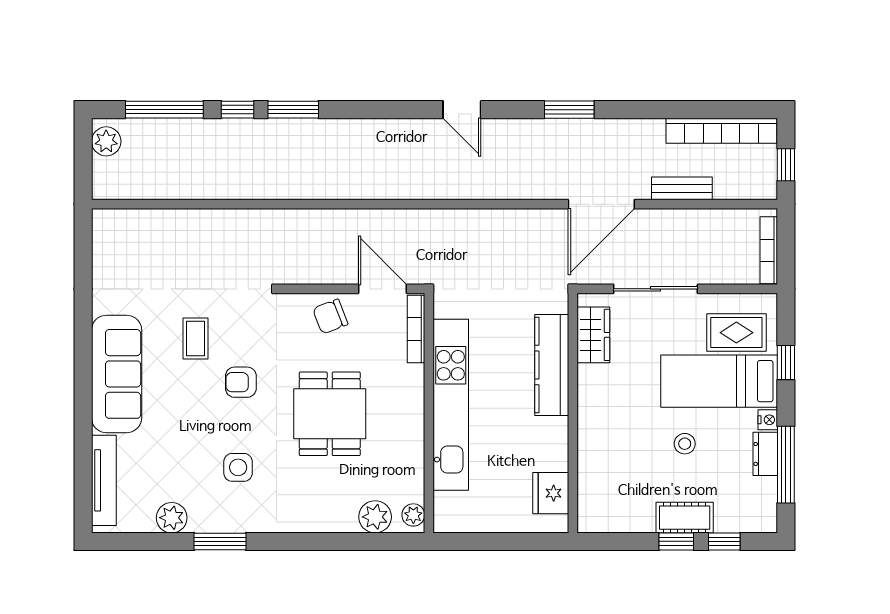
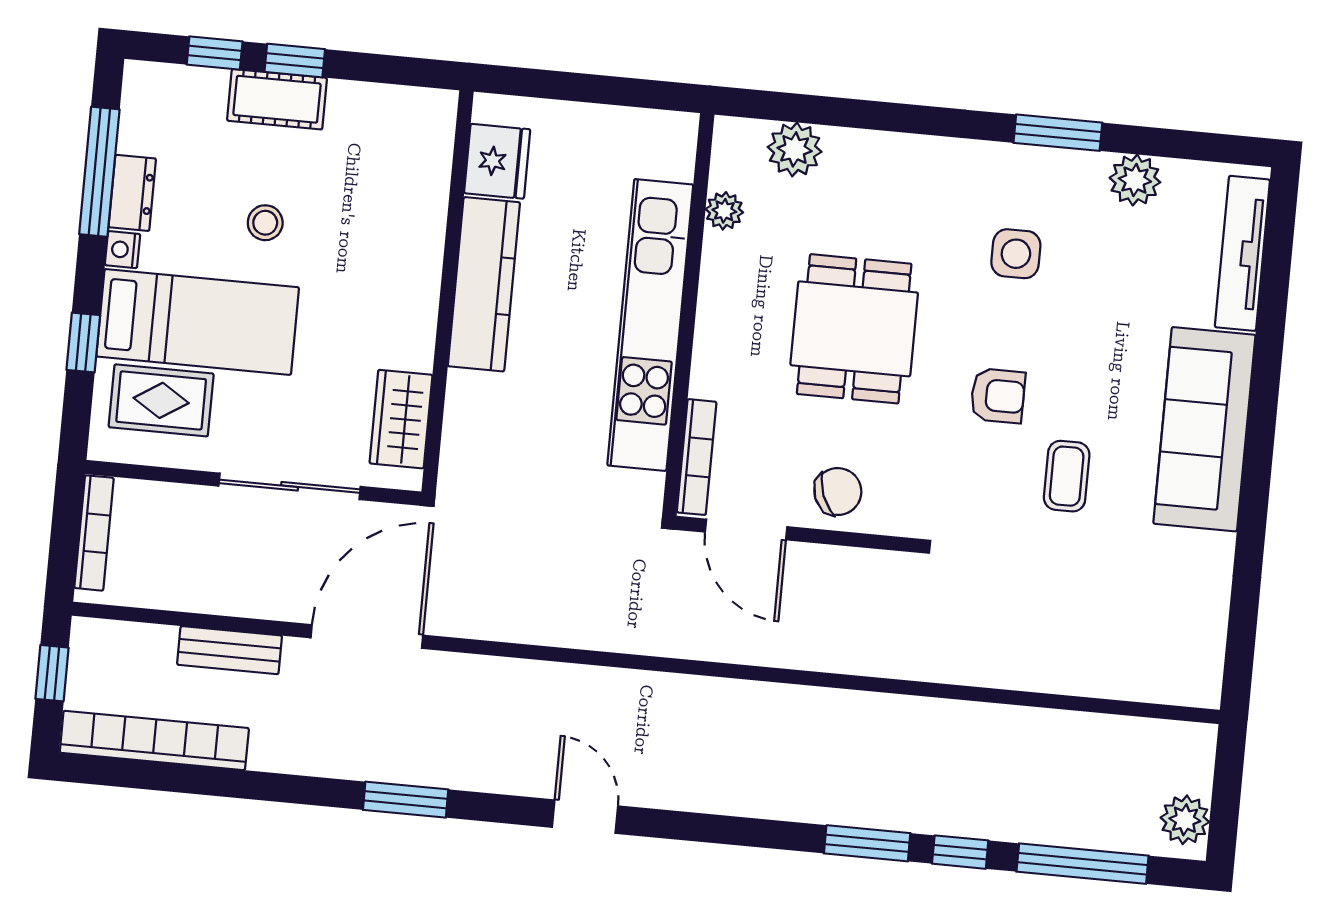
kitchen counter: (552, 365) -> (484, 284), moved
plant: (413, 515) -> (724, 211), moved

